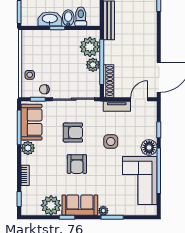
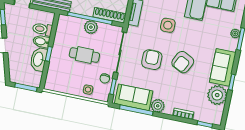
plant: (90, 47) -> (73, 27), removed
cafe table: (64, 64) -> (84, 55), added
armchair: (77, 164) -> (183, 62), turned 116
plant: (103, 211) -> (235, 33), moved

